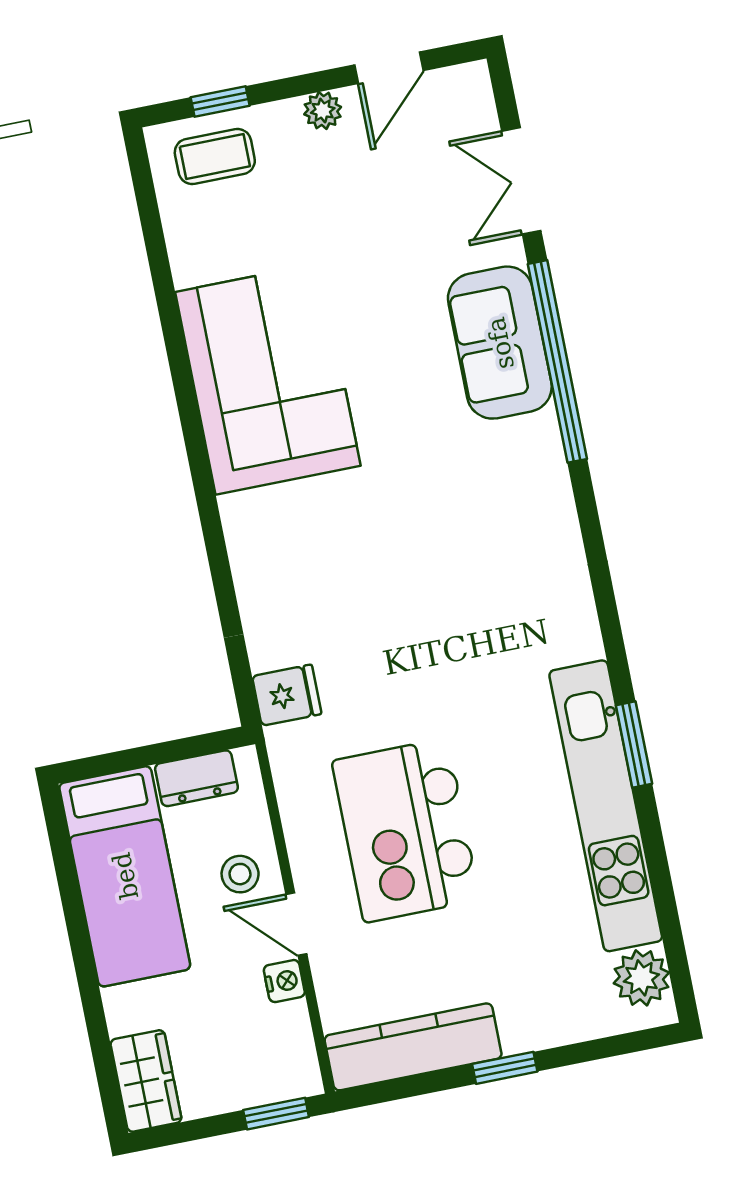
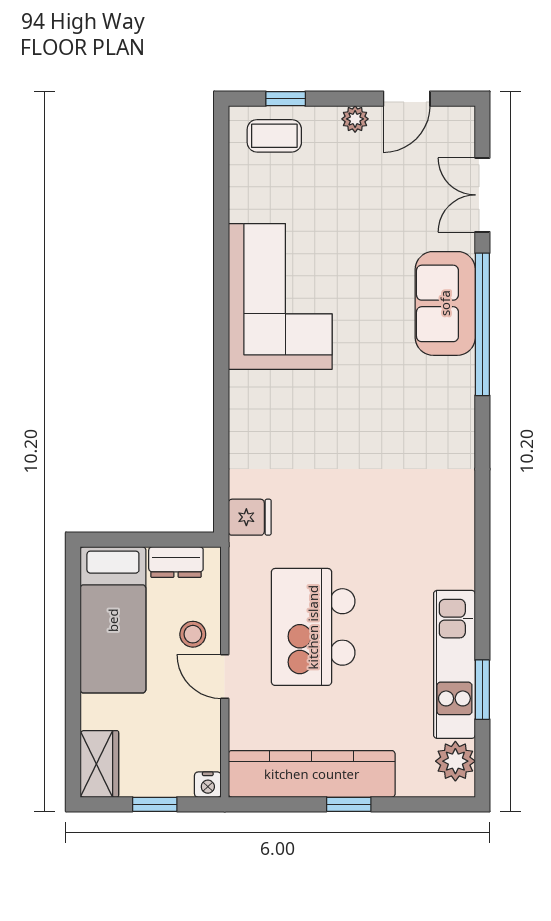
window: (634, 744) -> (482, 690), moved
kitchen unit: (606, 806) -> (454, 664), width x0.73
nightstand: (284, 981) -> (208, 785), moved, turned 90
kitchen counter: (413, 1047) -> (312, 774), width x1.39, depth x1.17
window: (276, 1114) -> (155, 804), moved

